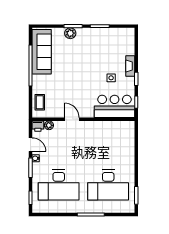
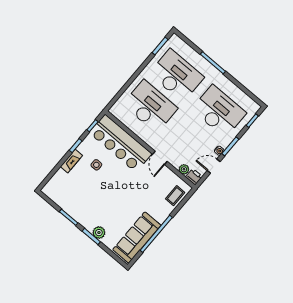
bar counter: (115, 106) -> (120, 143), width x1.36
door: (31, 145) -> (214, 166), hinge flipped
desk: (108, 149) -> (150, 106), added

